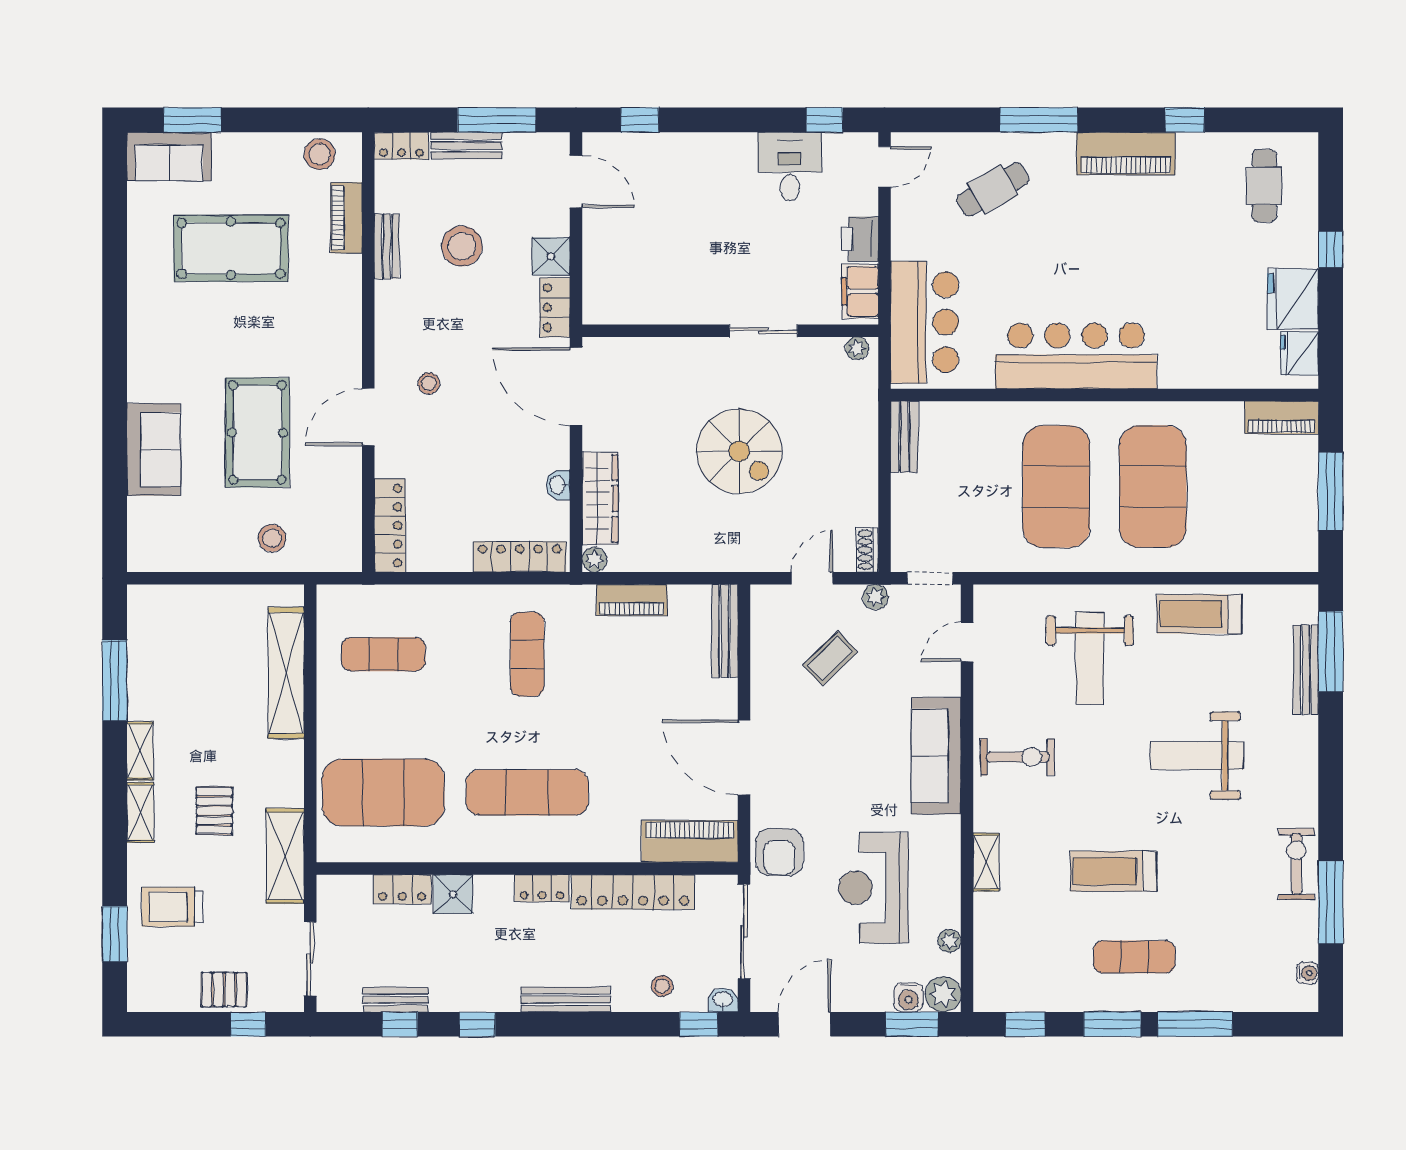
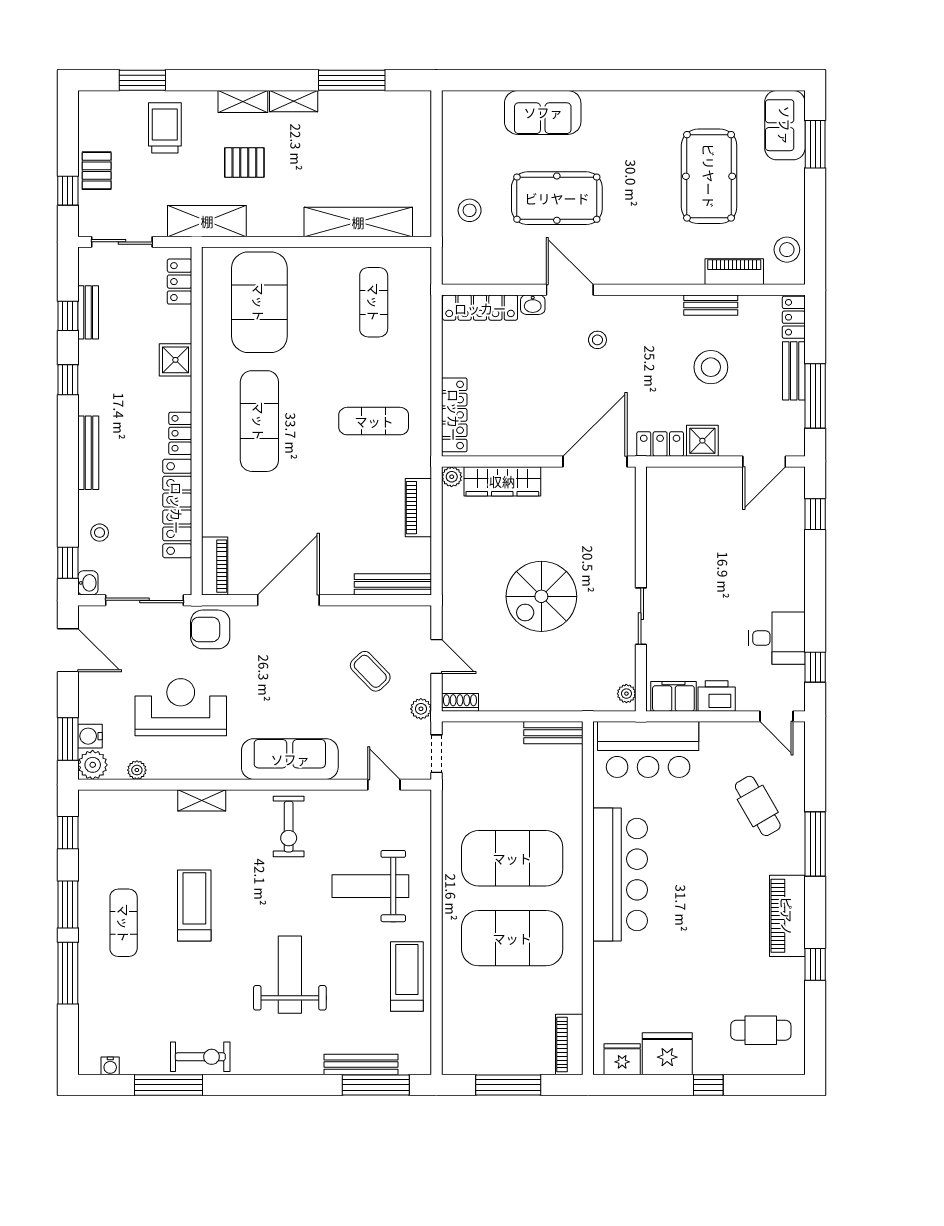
washbasin: (558, 485) -> (533, 305), moved, turned 180
piano: (690, 841) -> (215, 566), width x0.73, depth x0.75
locker: (402, 889) -> (179, 282), moved

